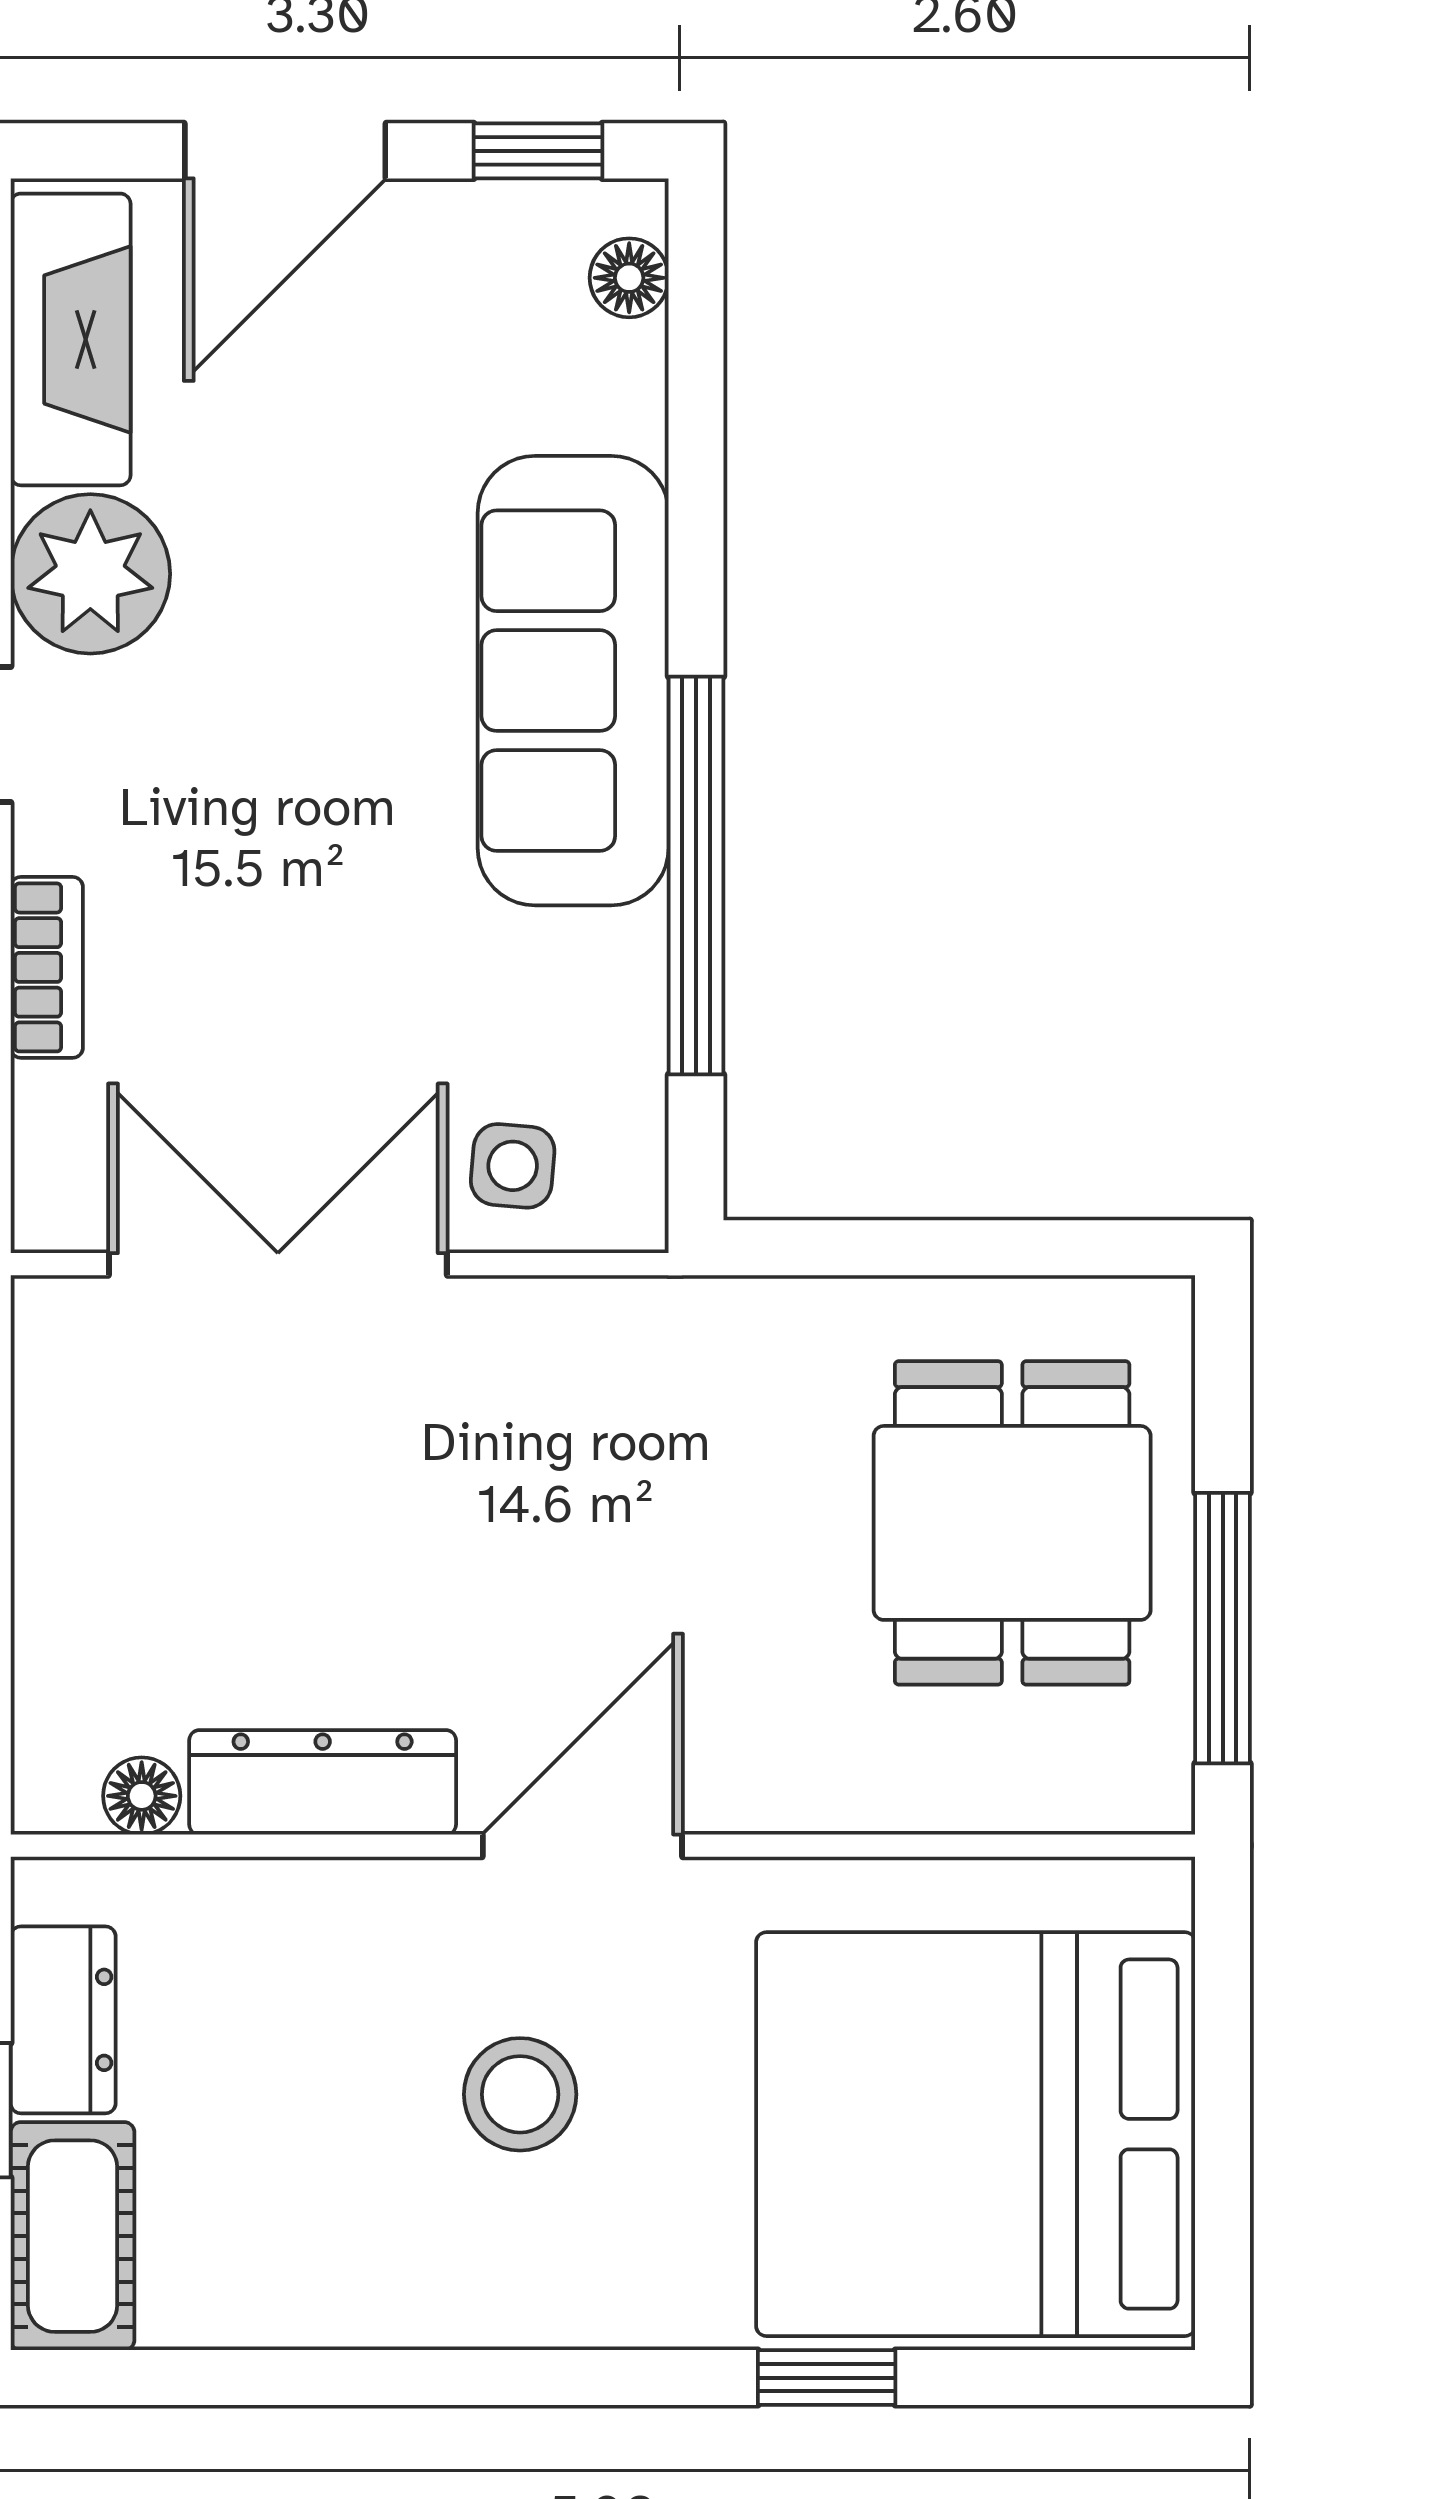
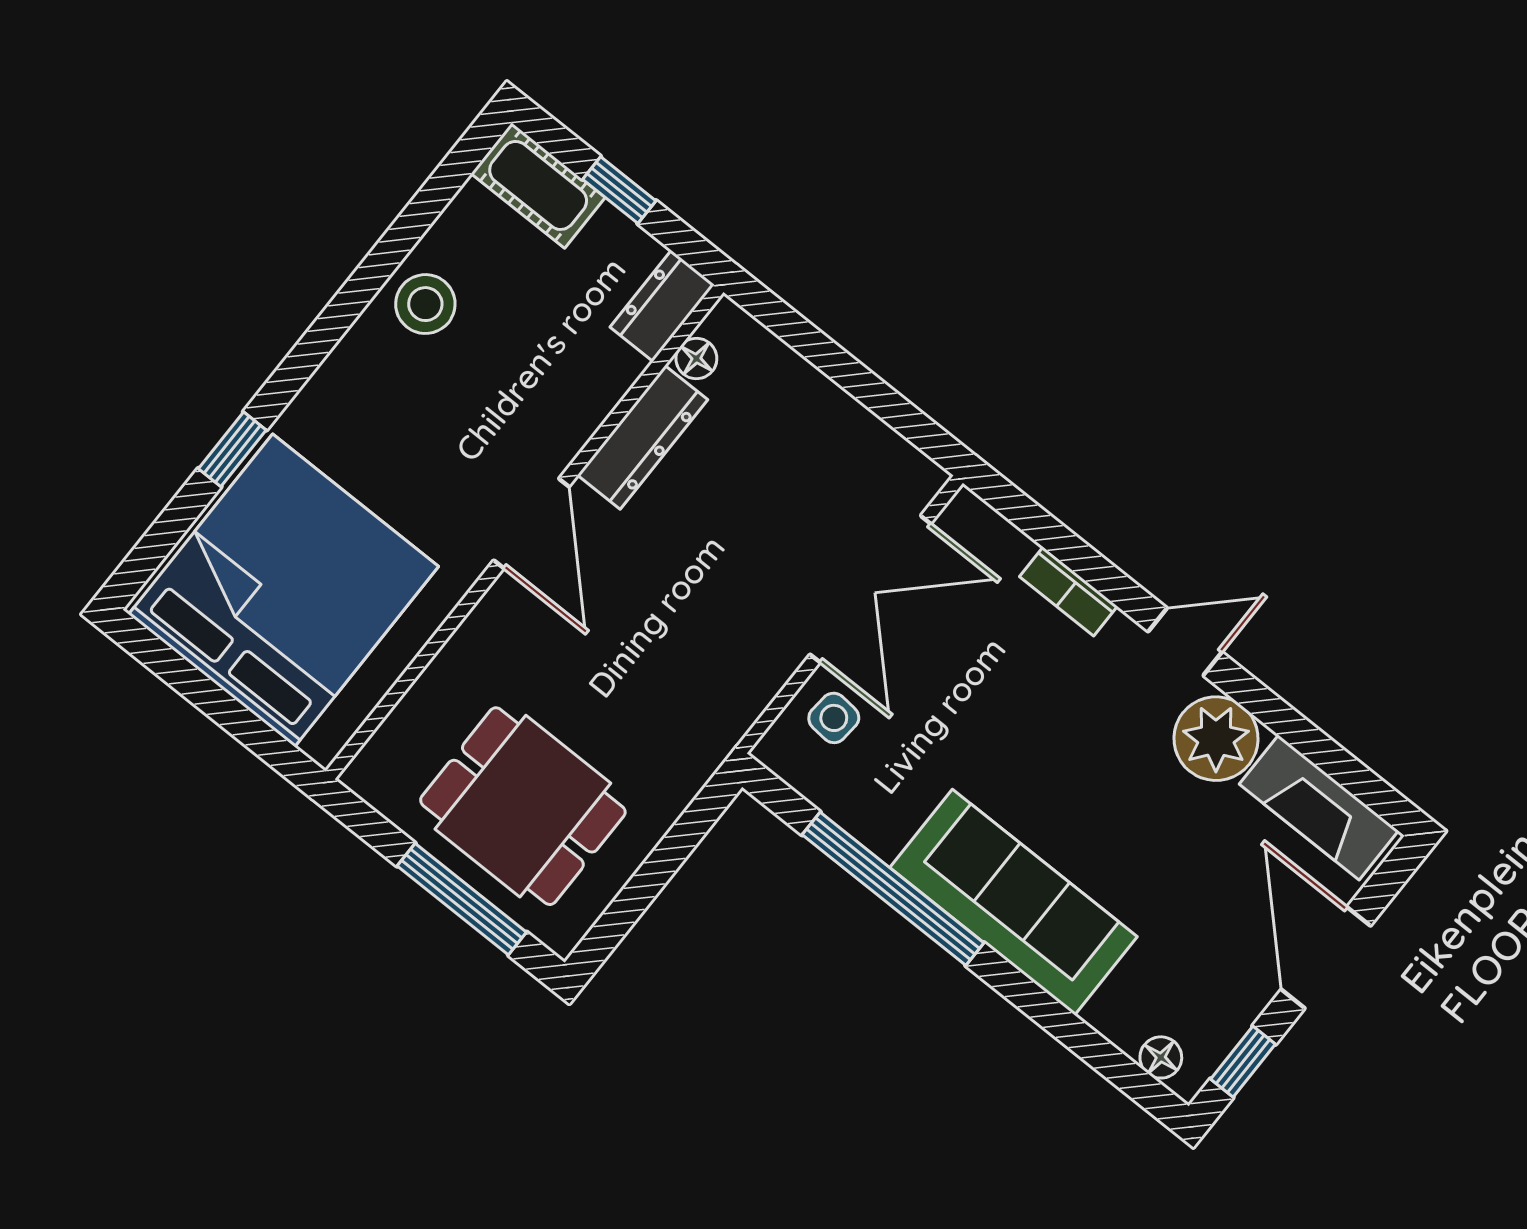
window: (1223, 1628) -> (462, 899), moved
dresser: (63, 2020) -> (662, 306), moved, turned 90
stool: (520, 2094) -> (425, 304), moved

